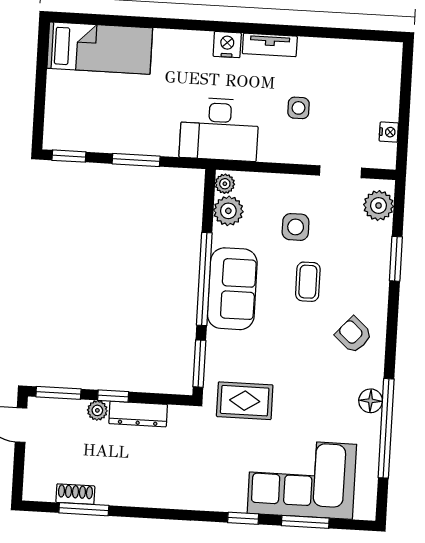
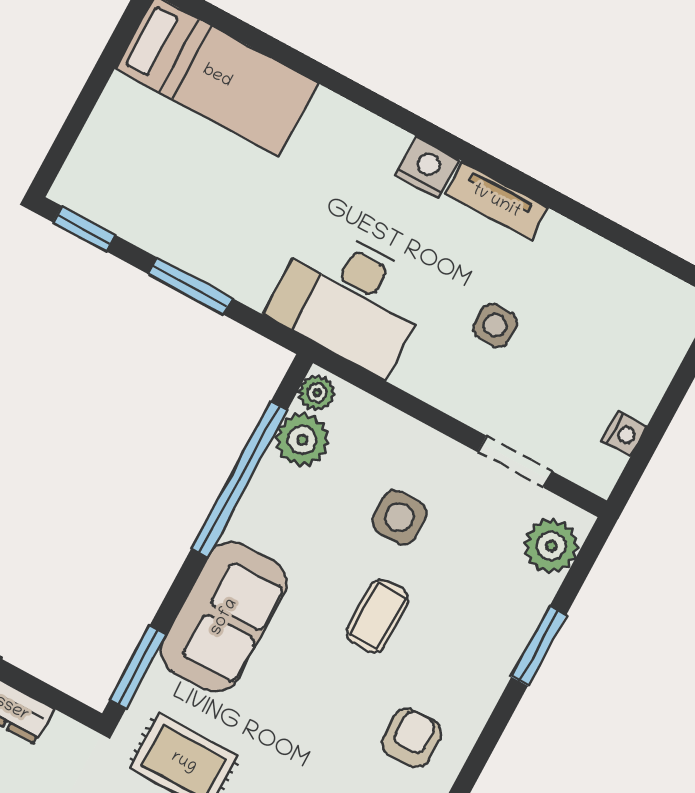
window: (204, 279) -> (239, 480), moved
sofa: (232, 289) -> (224, 617), moved
armchair: (354, 335) -> (412, 738), turned 48

